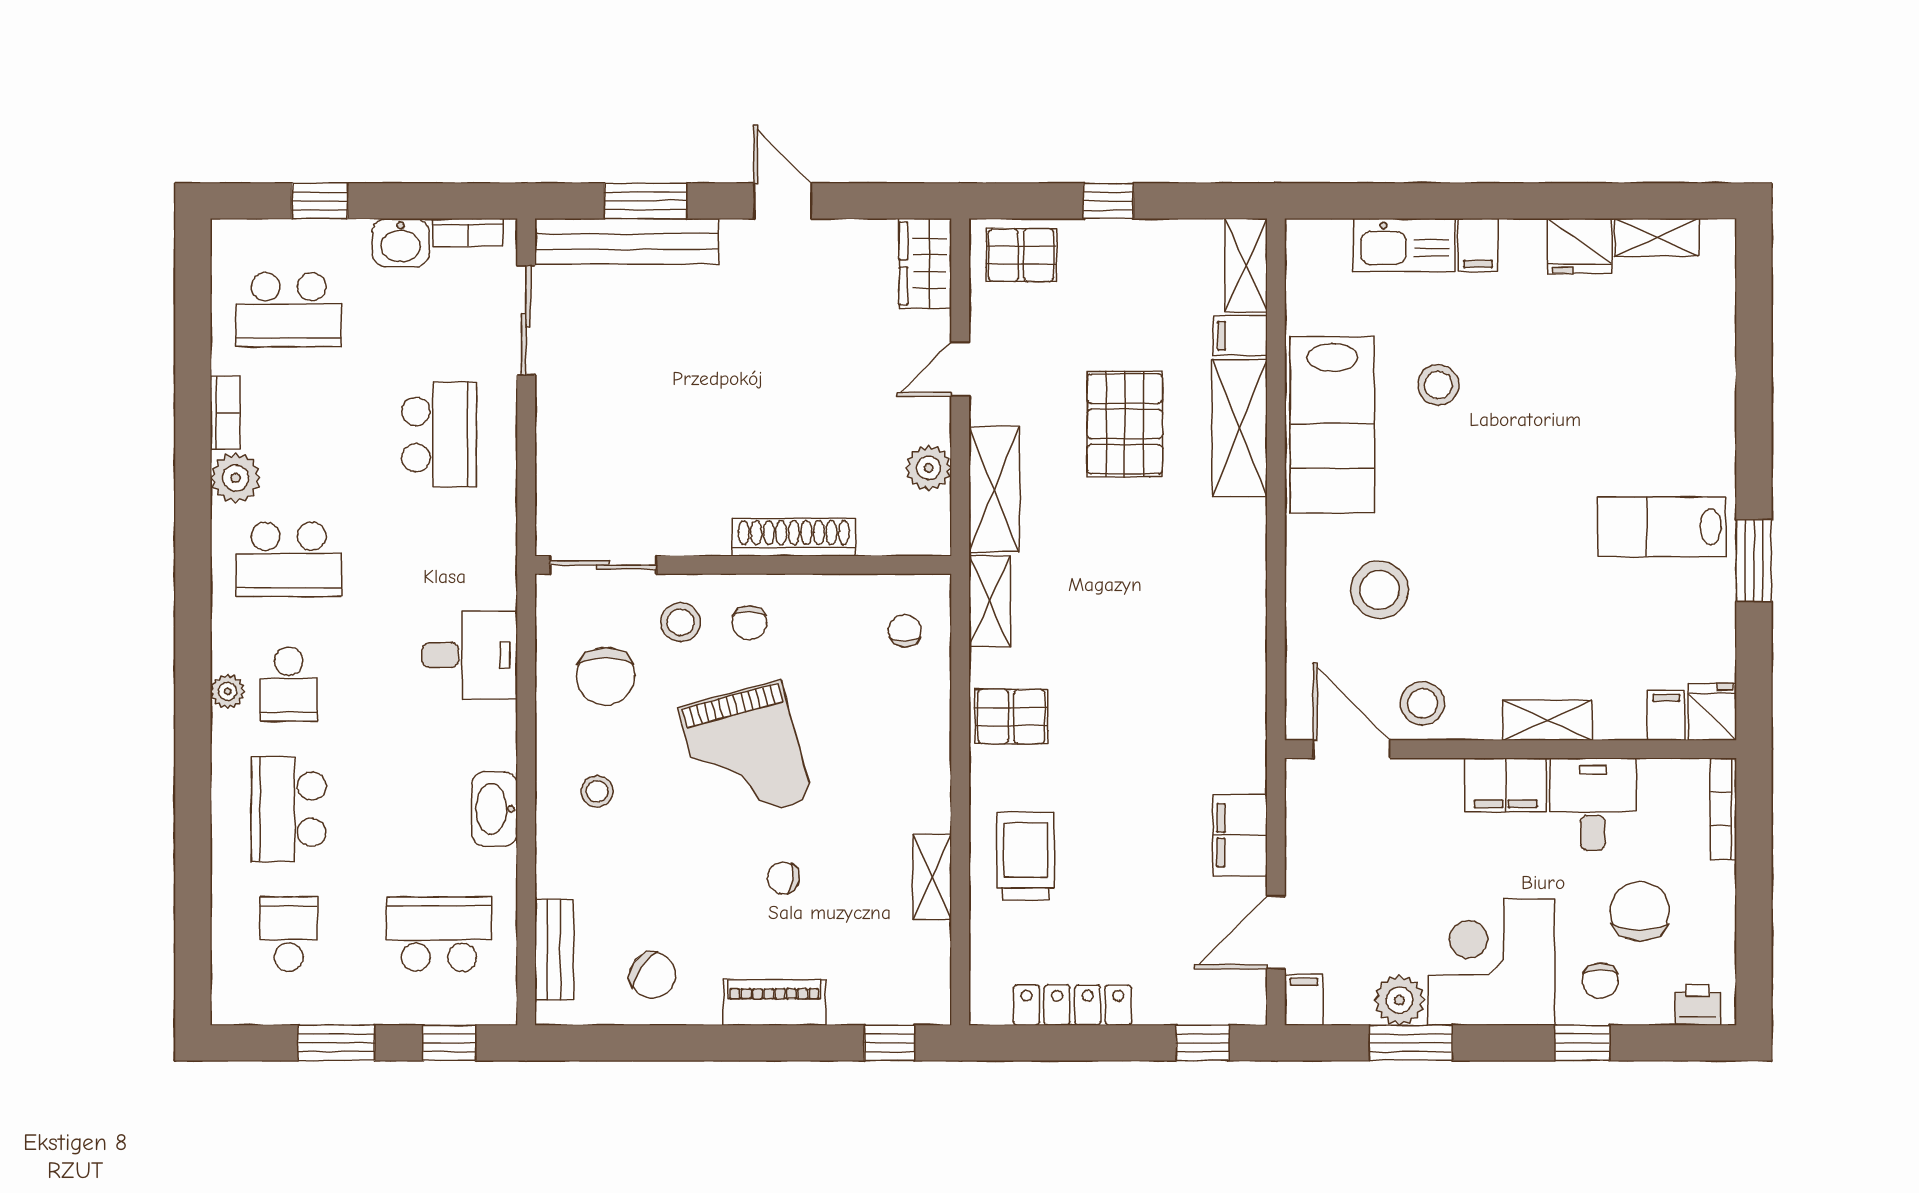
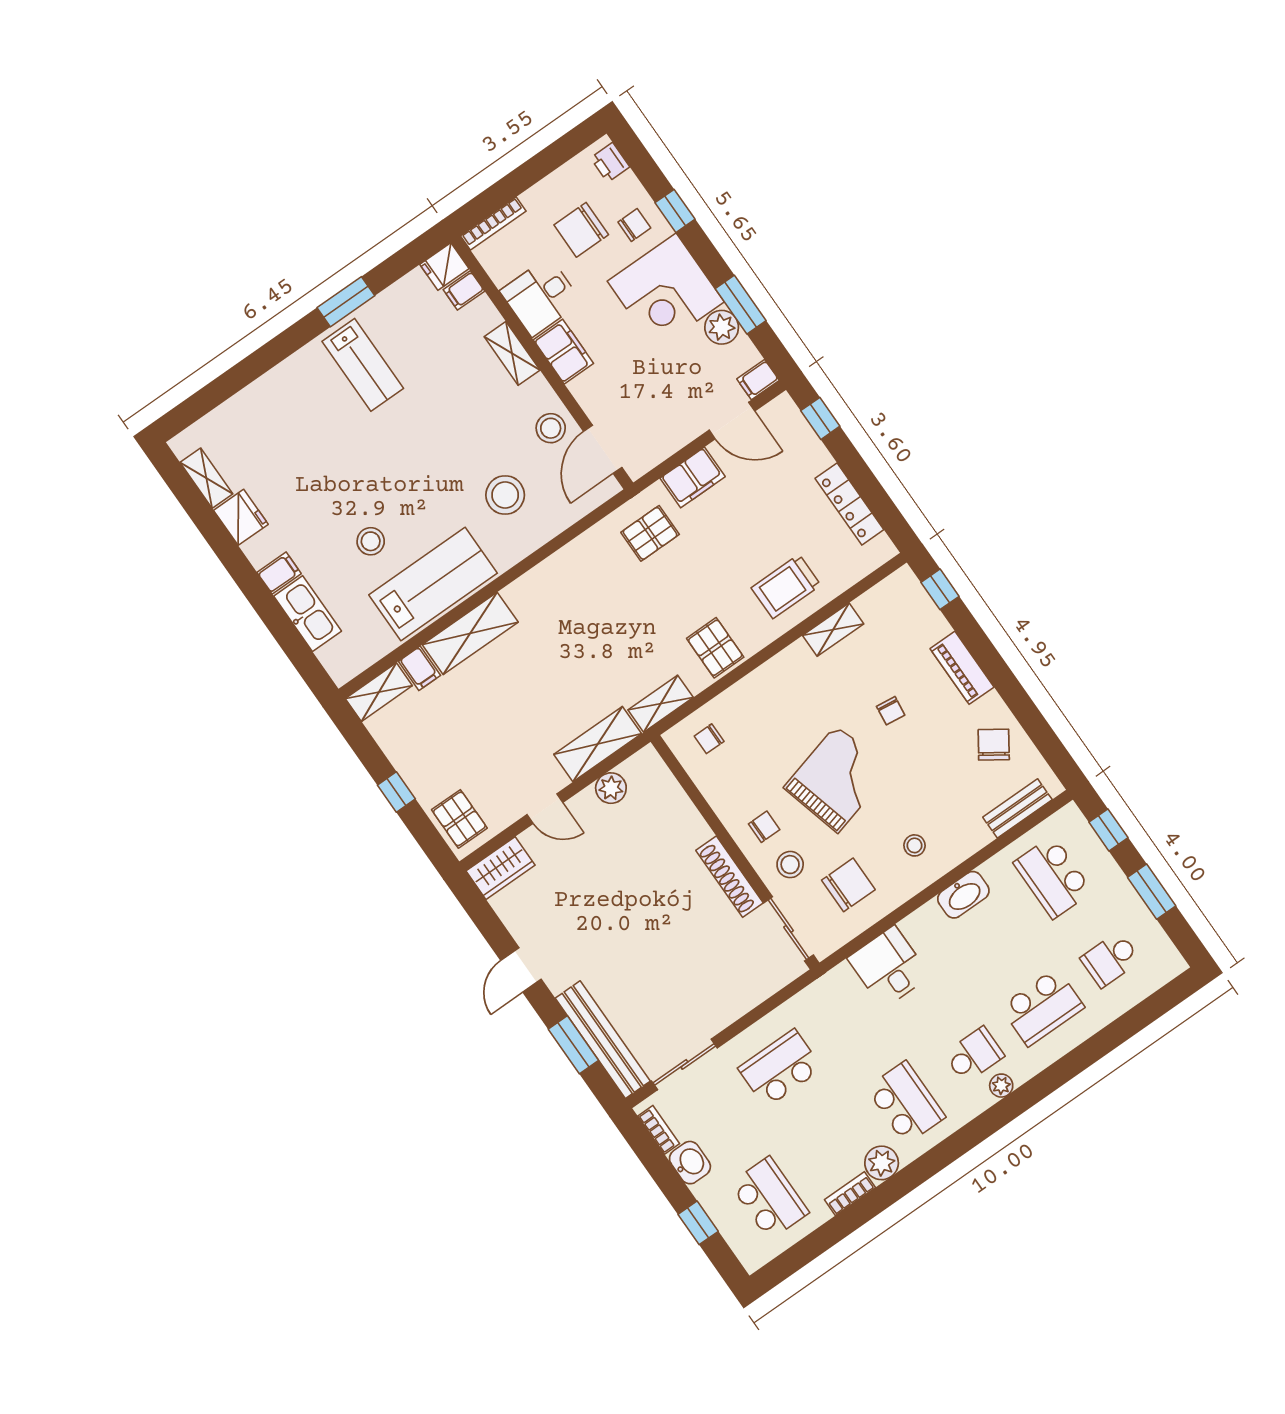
pallet: (1125, 424) -> (650, 533), moved, width x0.67, depth x0.71
shoe rack: (794, 537) -> (729, 877), moved

